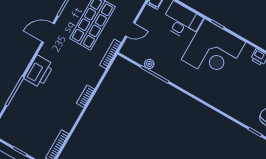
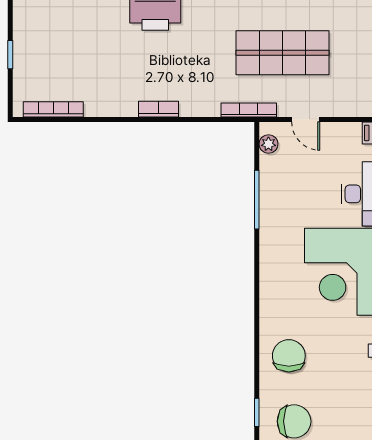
plant: (149, 64) -> (268, 144), moved
chair: (237, 102) -> (289, 356), added

